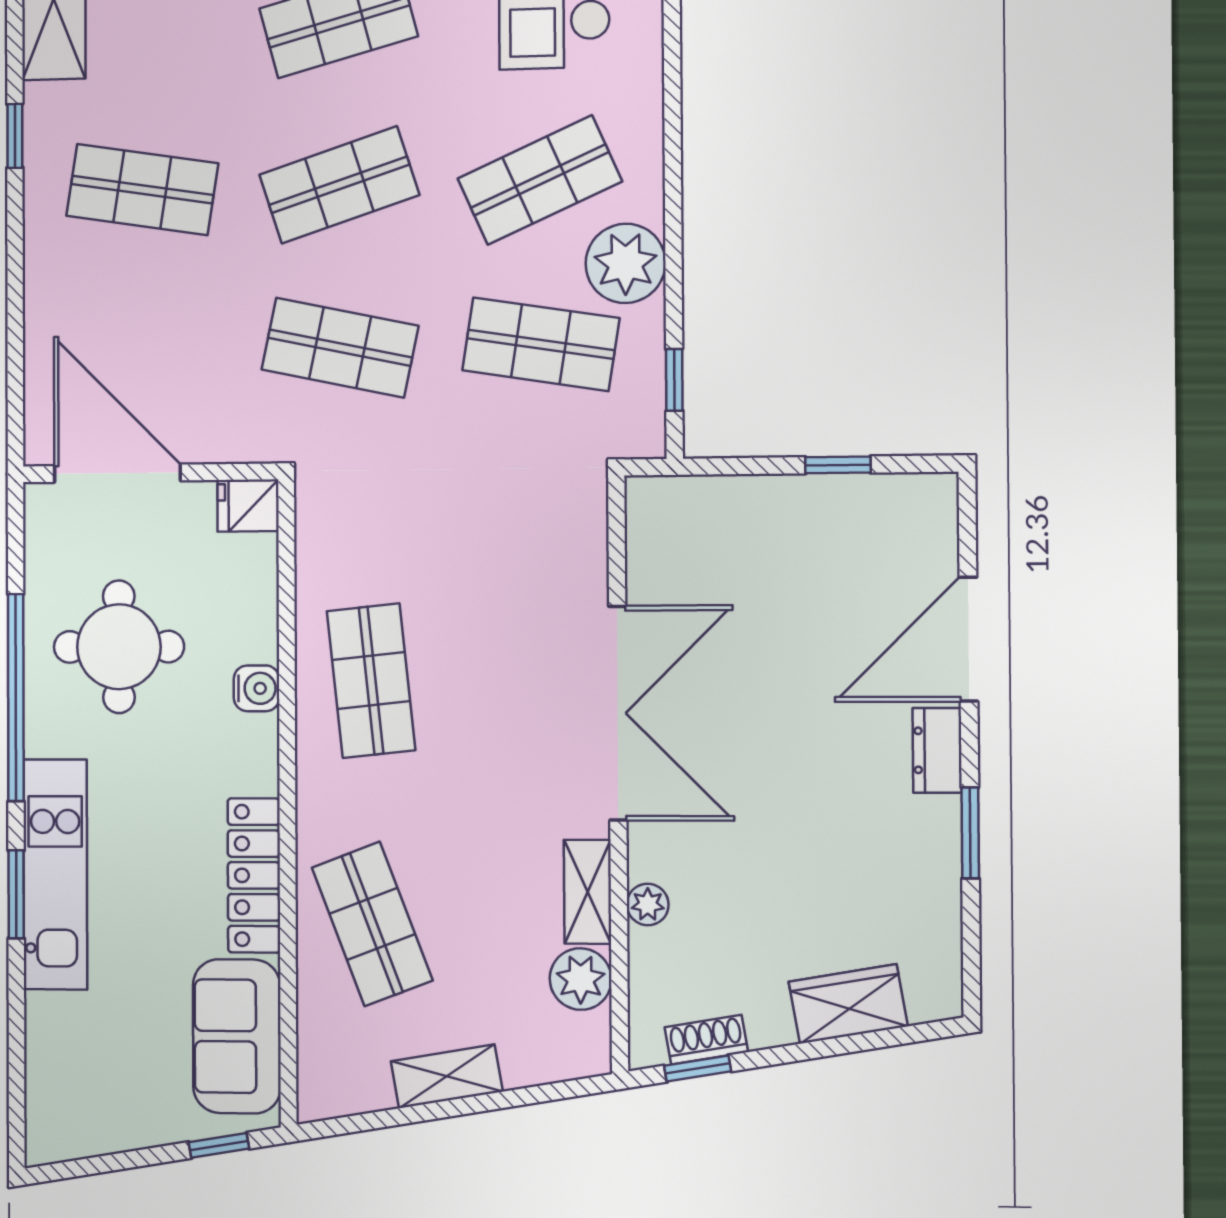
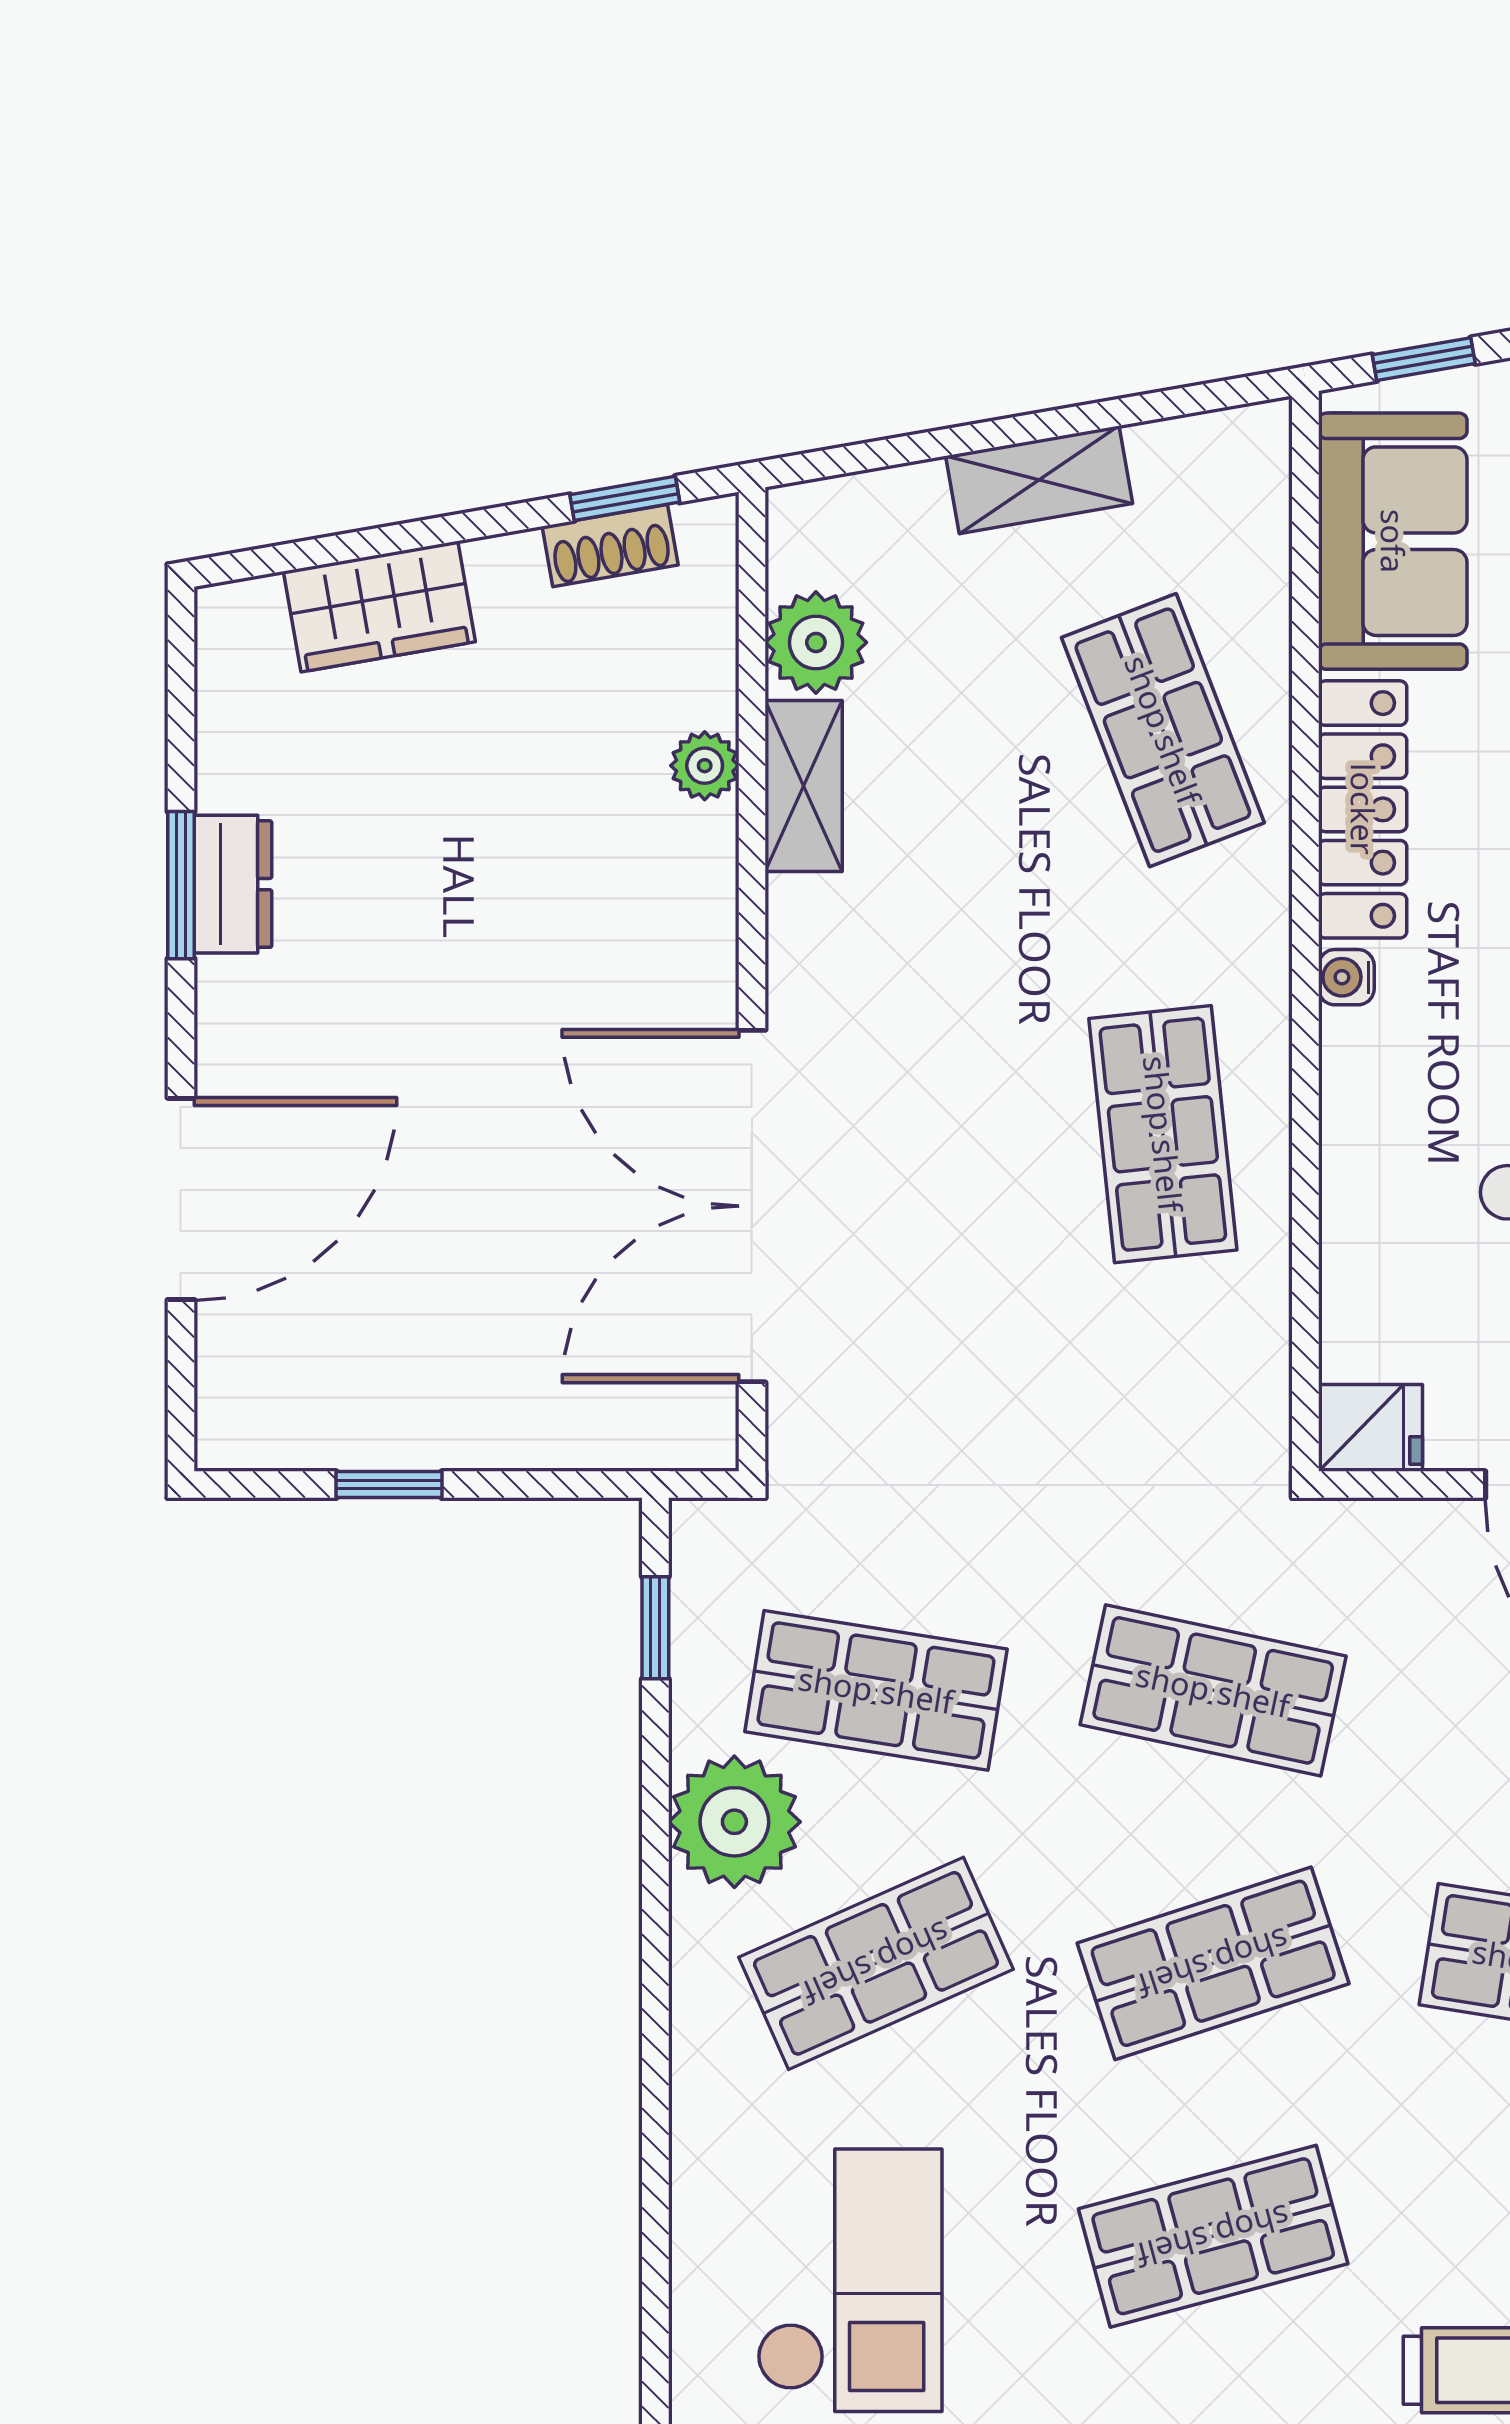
water cooler: (256, 688) -> (1346, 977), moved, width x0.72, depth x0.72
double door: (618, 713) -> (752, 1206), moved
dresser: (937, 750) -> (233, 884), moved

